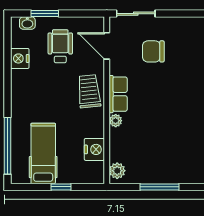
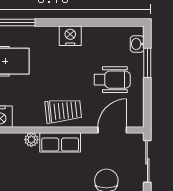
nightstand: (20, 58) -> (70, 36), moved

